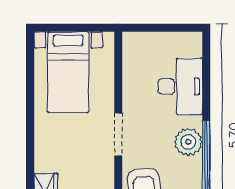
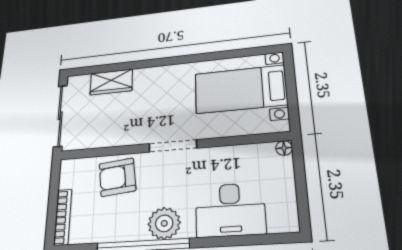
floor lamp: (129, 39) -> (284, 148), added

